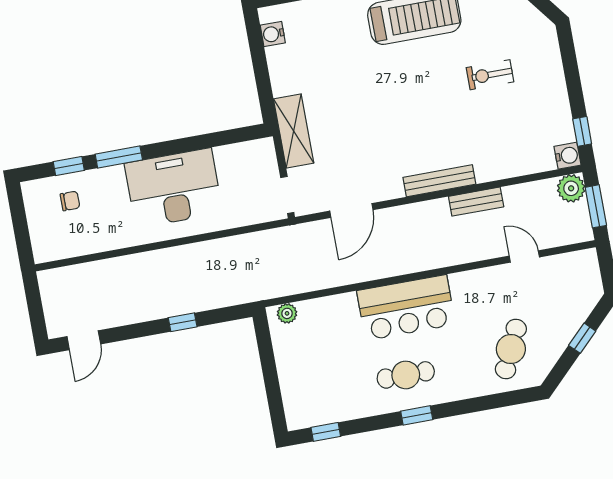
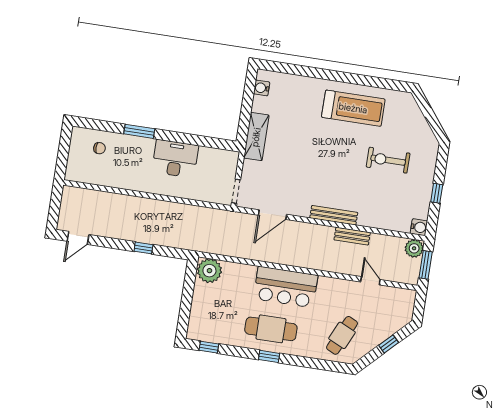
exercise bike: (490, 75) -> (388, 160), width x1.38, depth x1.39
shelving: (294, 131) -> (256, 137), moved
window: (582, 131) -> (437, 193), moved
window: (69, 166) -> (106, 126), removed
desk: (174, 188) -> (175, 159), width x0.73, depth x0.77
plant: (287, 313) -> (209, 271), width x1.87, depth x1.87
cafe table: (406, 375) -> (271, 329), width x1.37, depth x1.35

